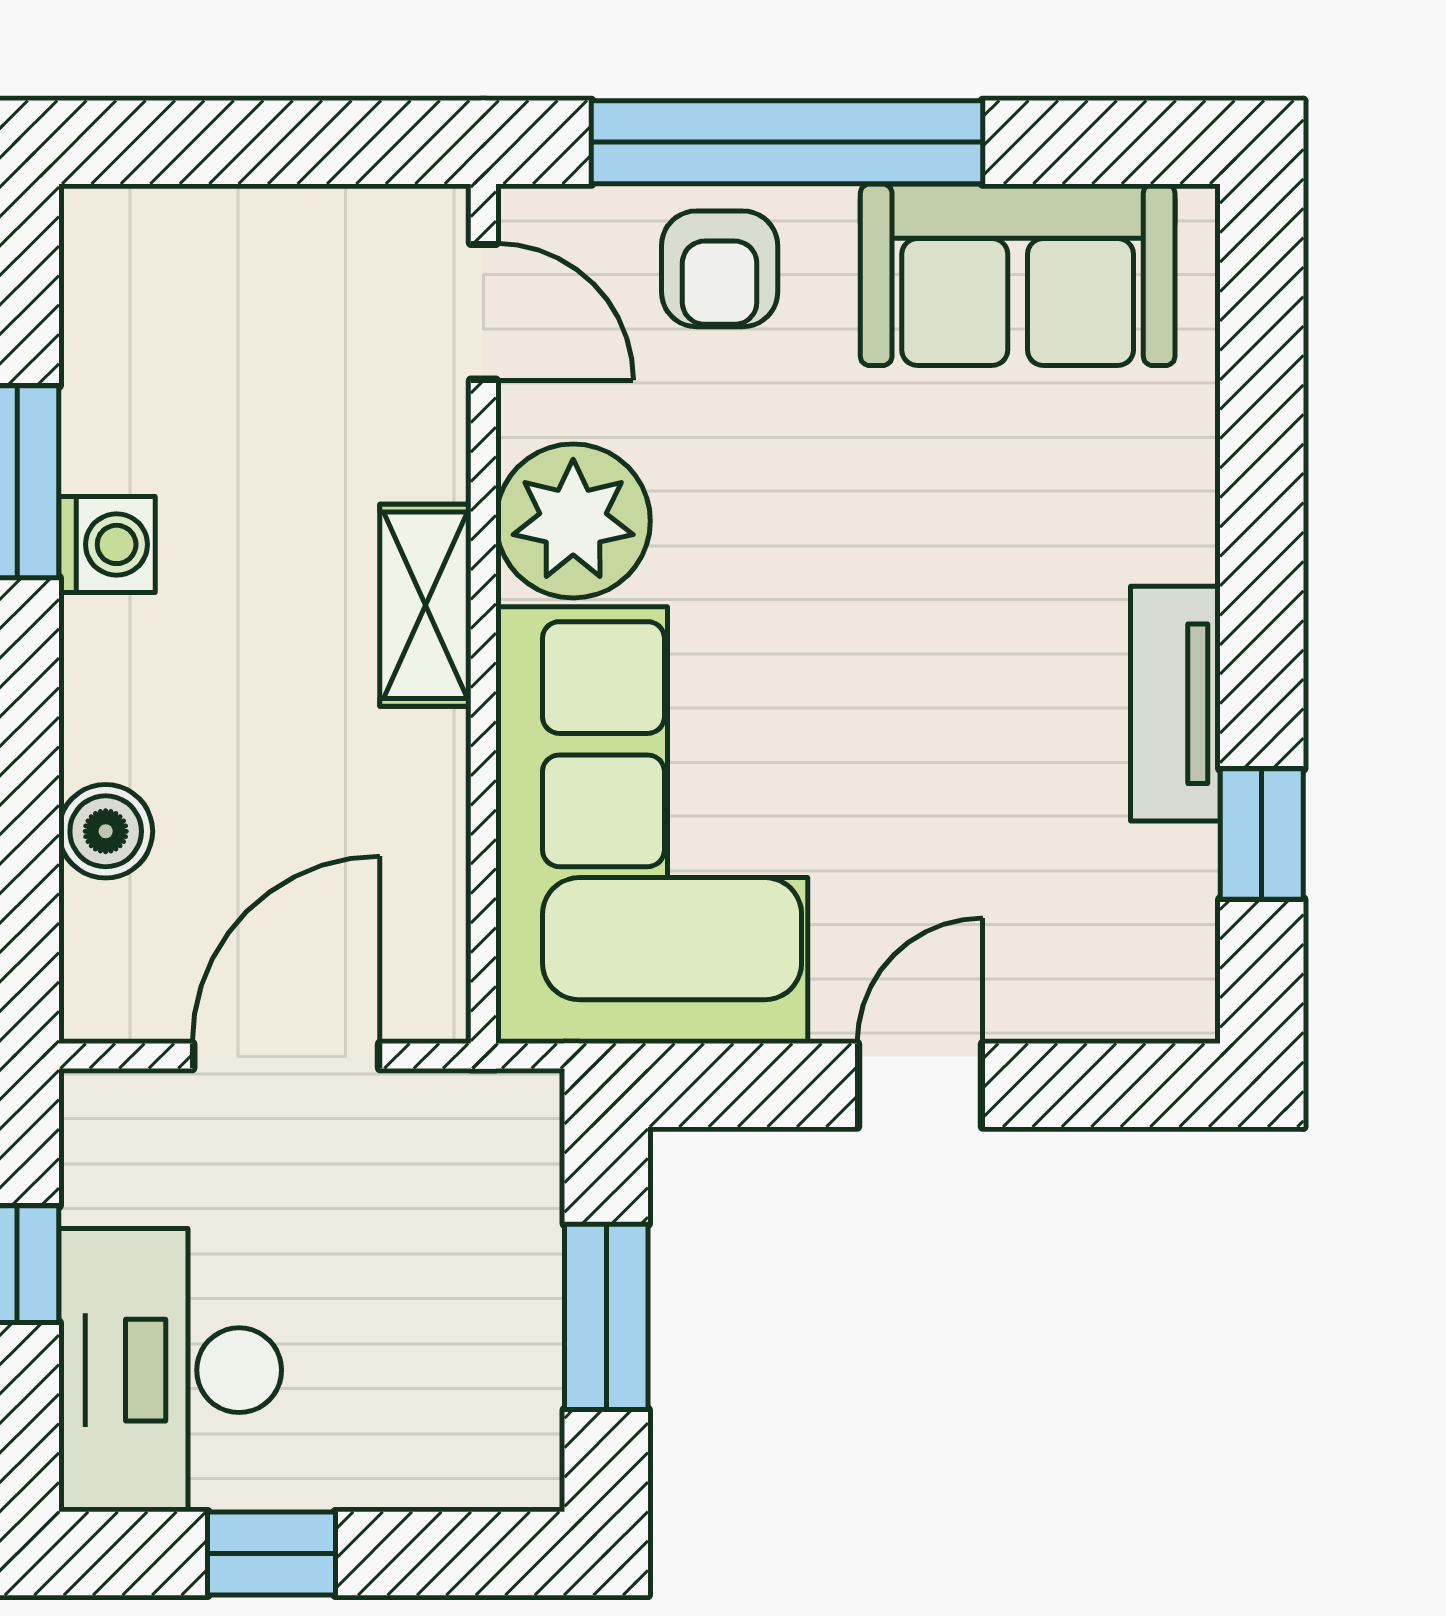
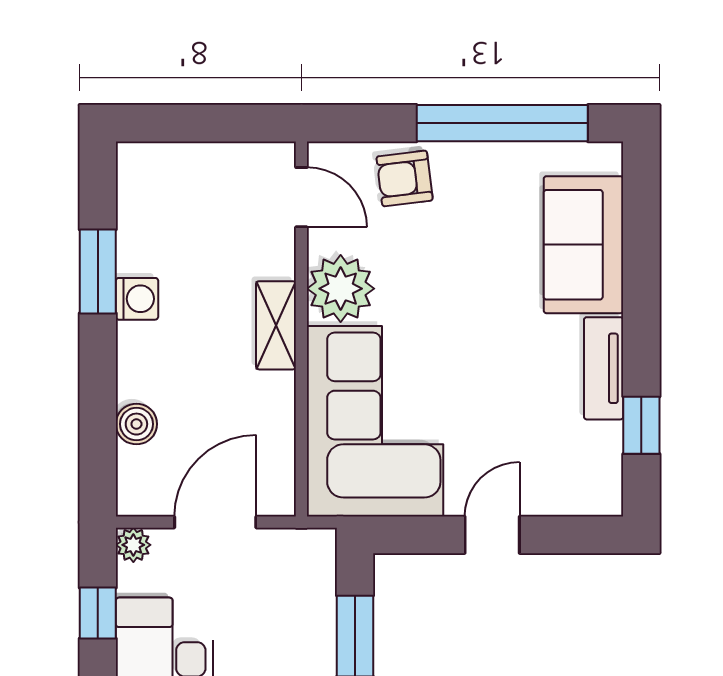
window: (787, 142) -> (502, 123), moved
armchair: (720, 269) -> (405, 178), turned 83
sofa: (1018, 275) -> (583, 245), moved, turned 90
plant: (98, 1108) -> (133, 545), added

